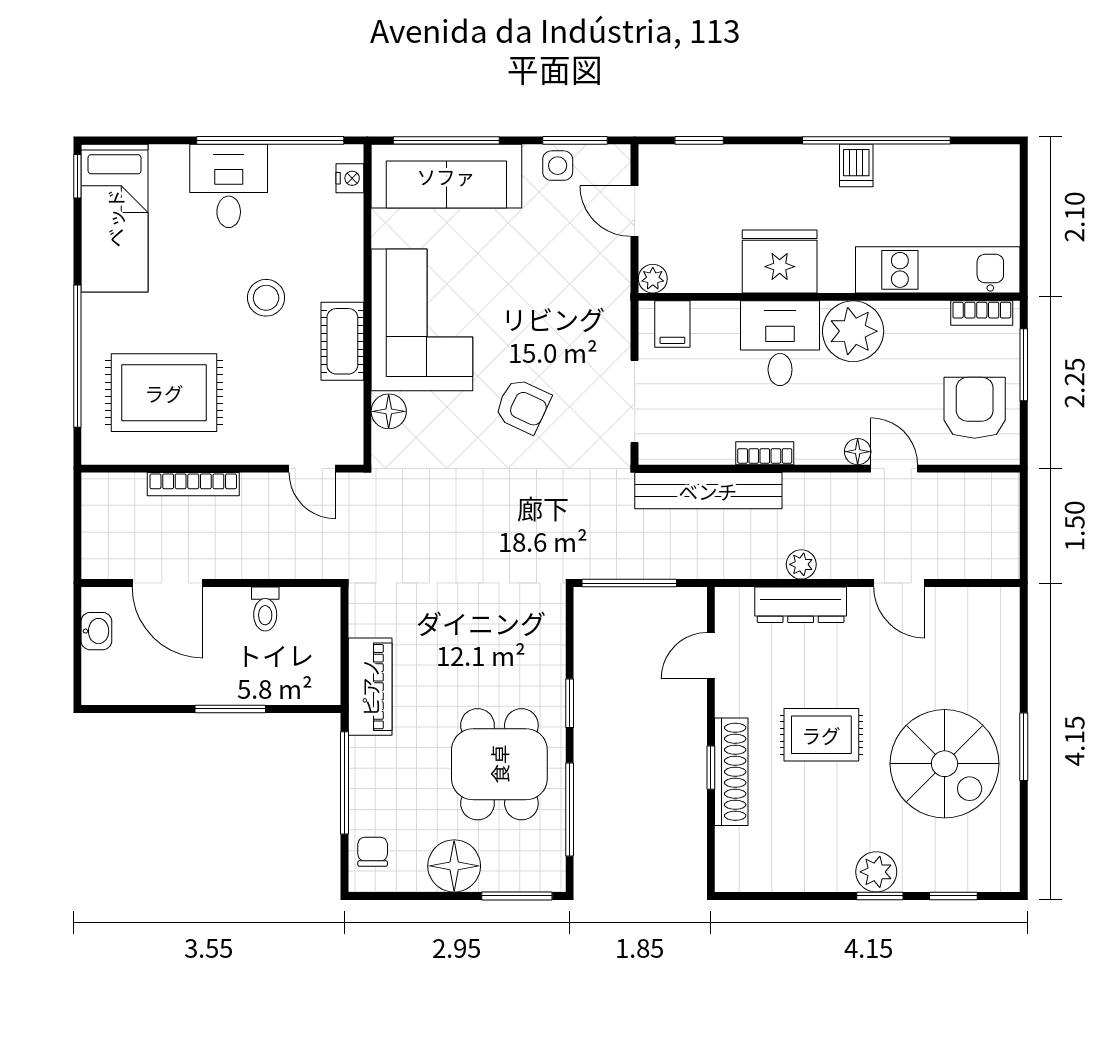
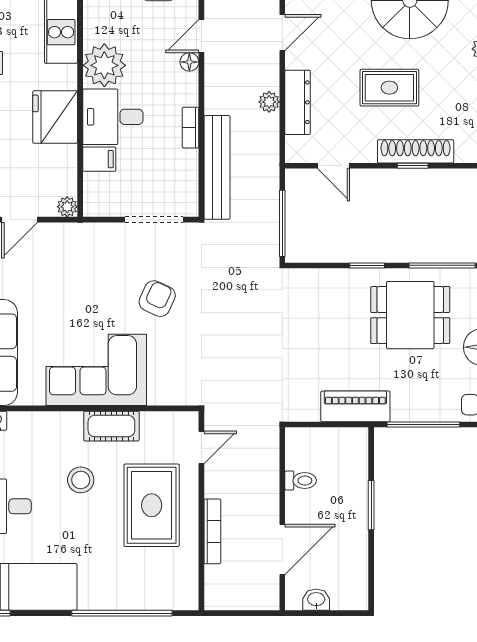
filing cabinet: (672, 324) -> (99, 159), moved
rug: (164, 393) -> (152, 505), moved
floor lamp: (389, 411) -> (161, 393), removed
rug: (821, 735) -> (389, 88), turned 90

